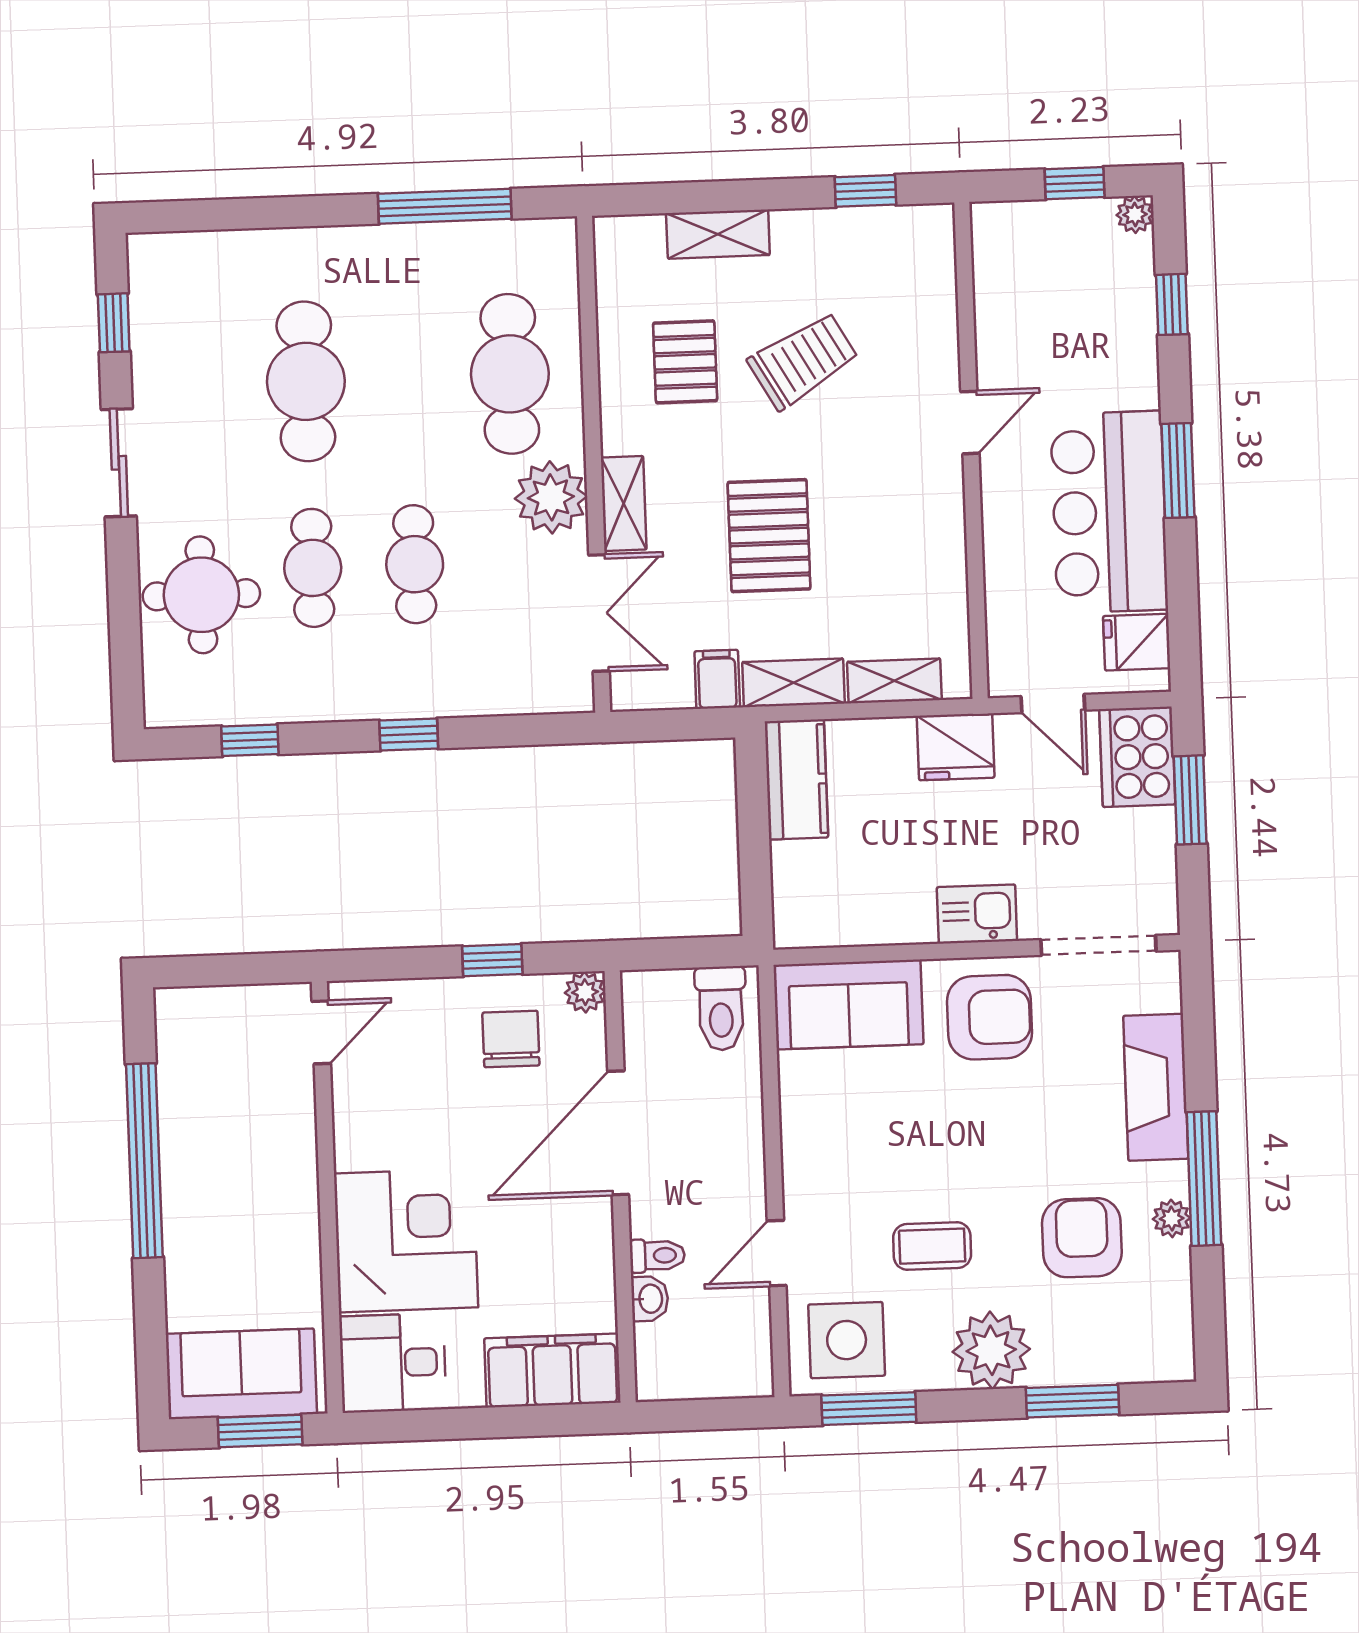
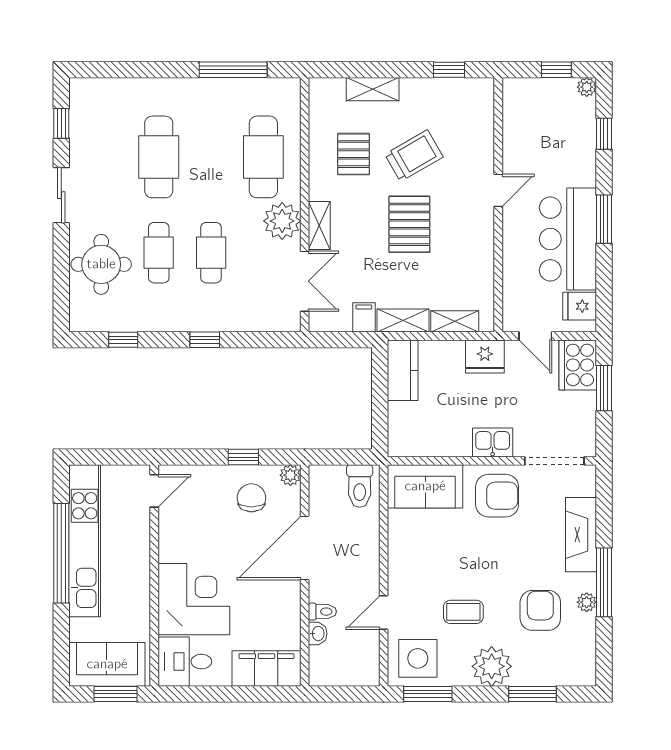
pallet: (769, 536) -> (409, 224), moved
kitchen unit: (189, 1135) -> (85, 541), added

